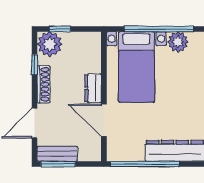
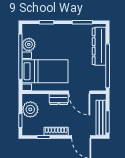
plant: (50, 44) -> (30, 109), moved
door: (104, 120) -> (79, 92), hinge flipped
bench: (57, 154) -> (101, 118), width x1.36

